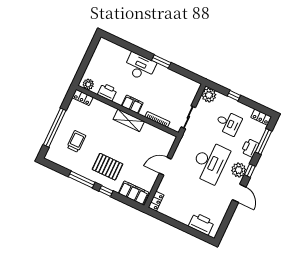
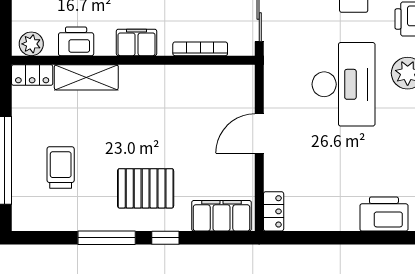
shelving: (129, 120) -> (86, 77), moved

